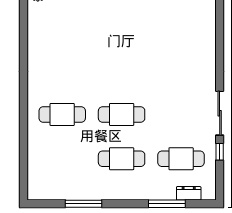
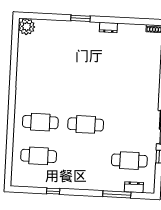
cafe table: (122, 159) -> (39, 156), moved
window: (84, 204) -> (53, 191), width x0.46

